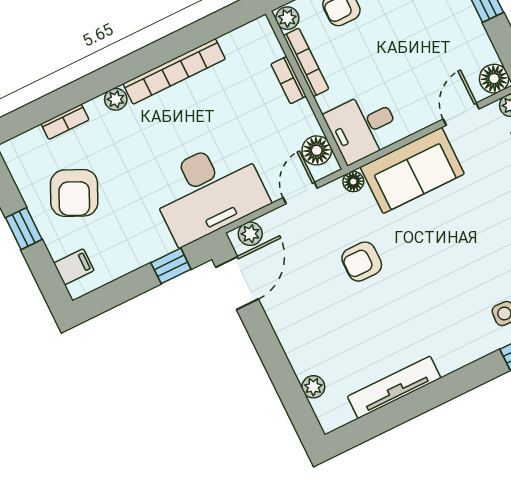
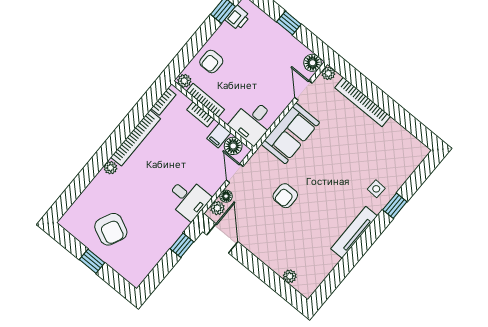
bookcase: (65, 122) -> (163, 102), moved
floor lamp: (353, 182) -> (226, 196), moved
desk: (209, 191) -> (188, 199), width x0.53, depth x0.77
filing cabinet: (74, 267) -> (219, 136), moved, turned 180
tv unit: (394, 387) -> (354, 232), moved

